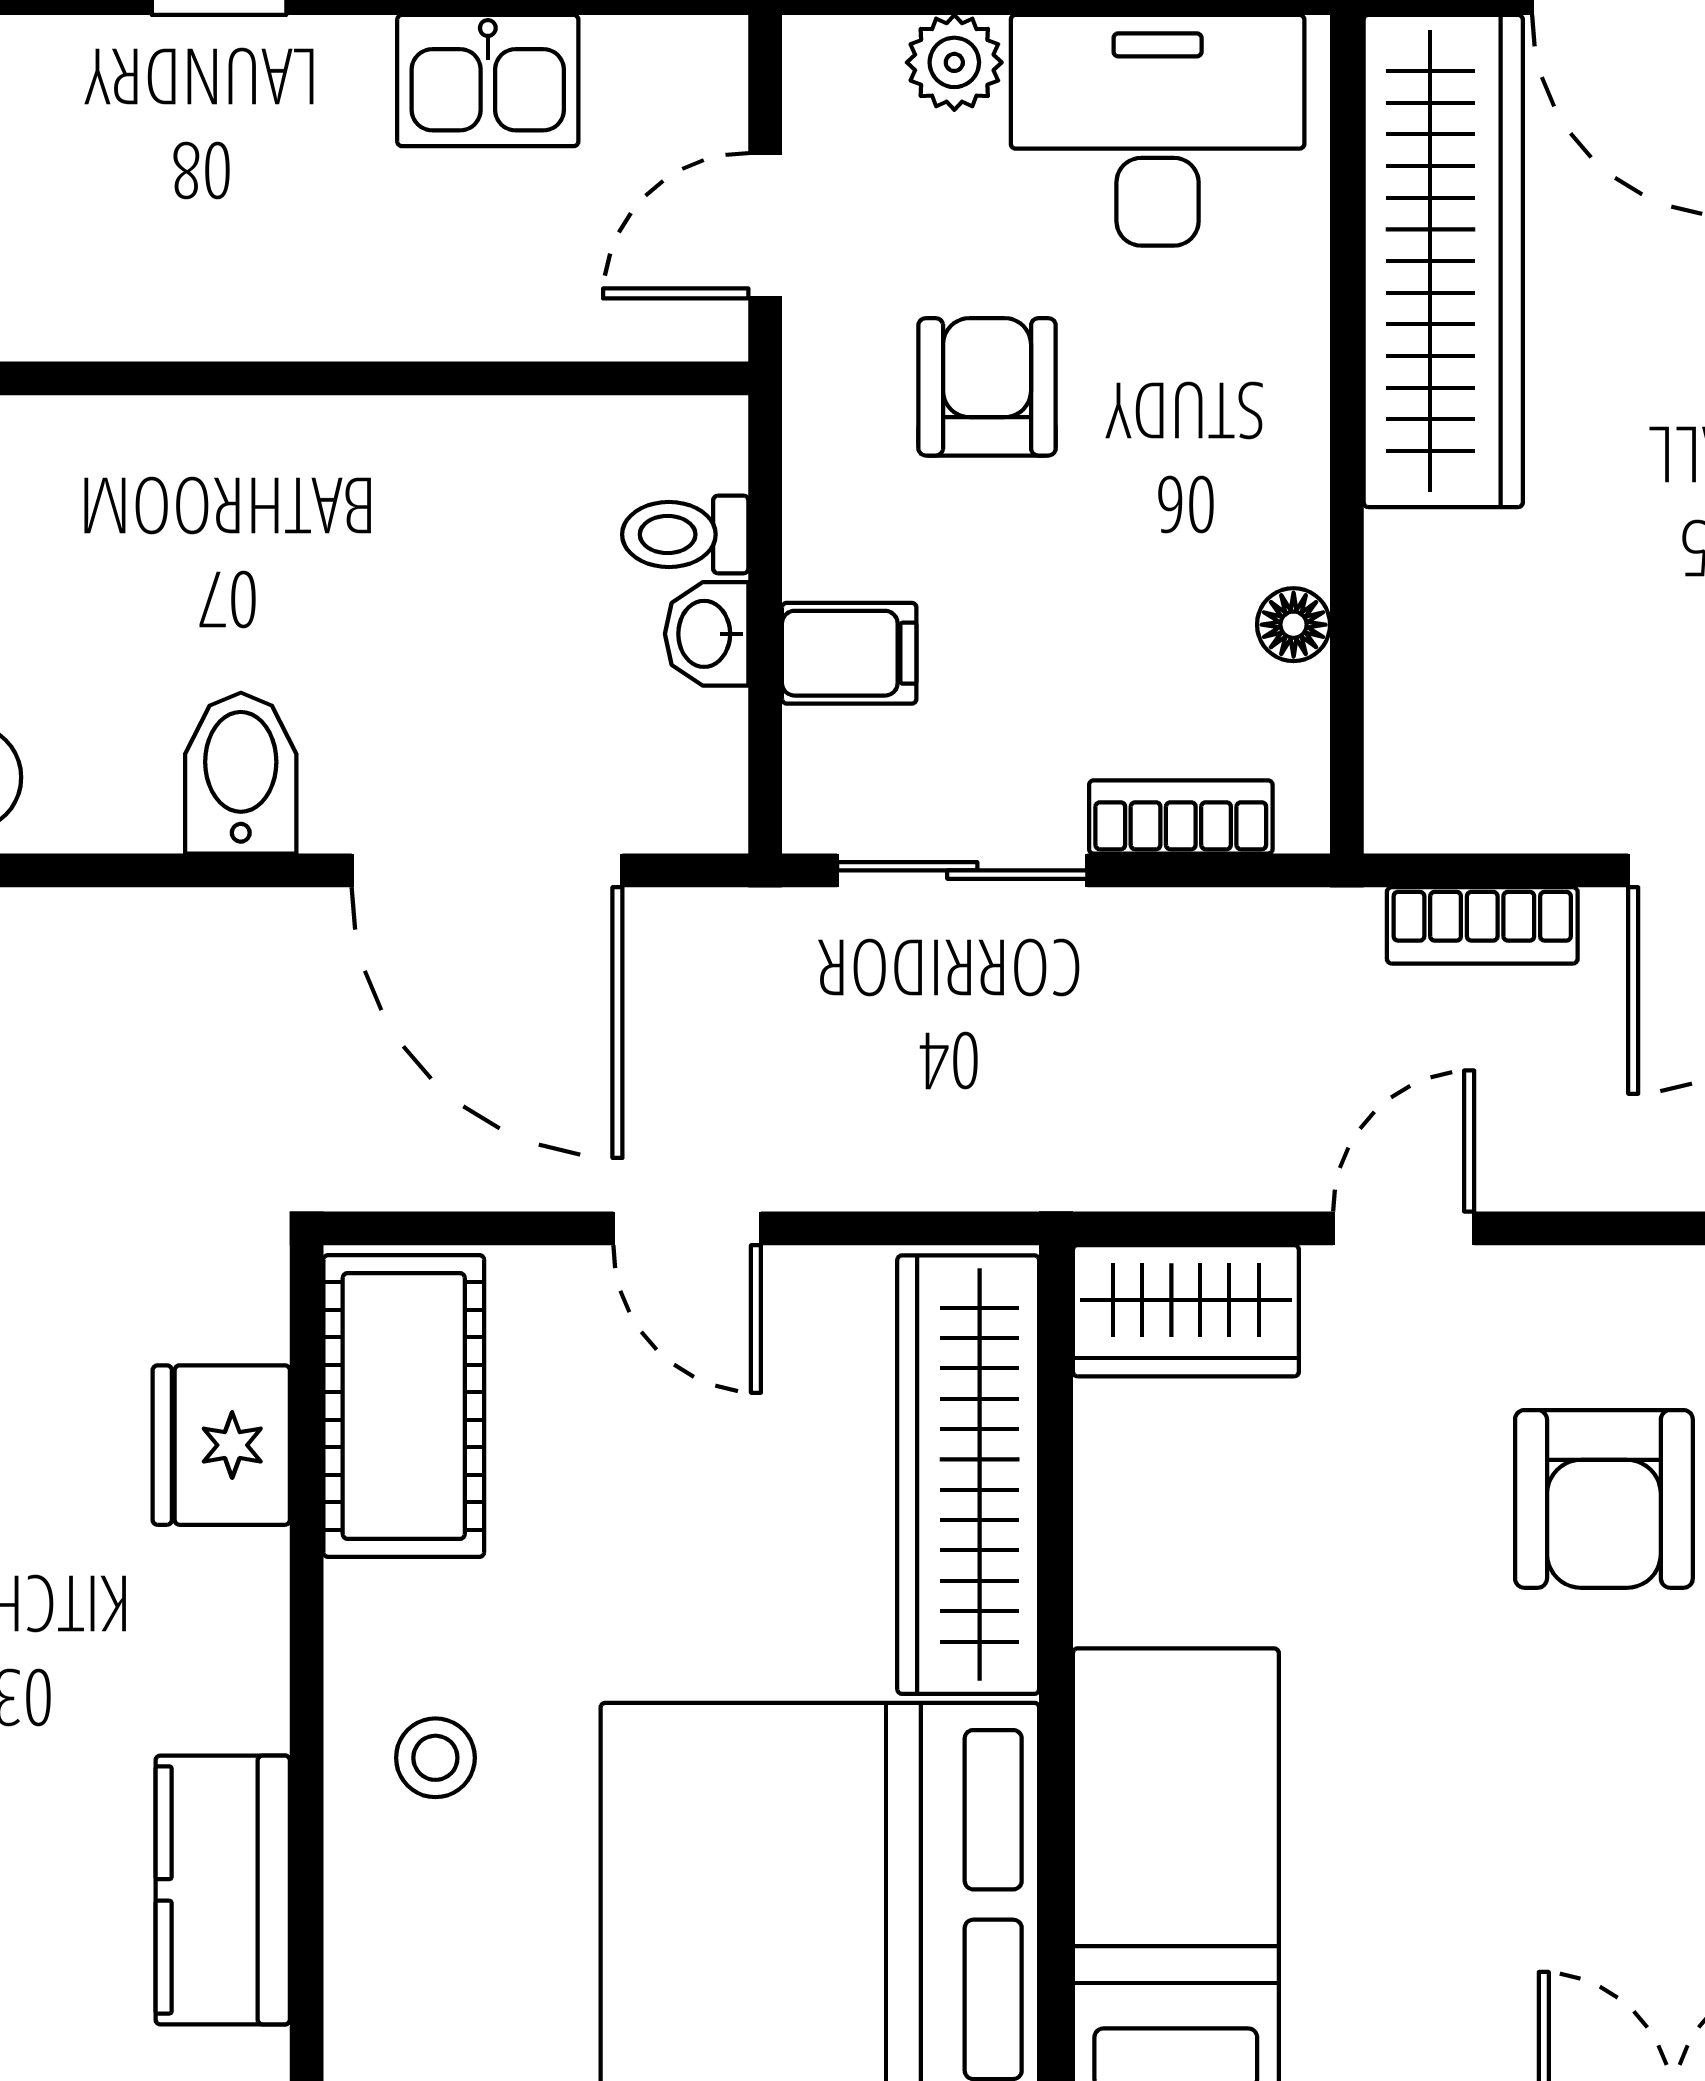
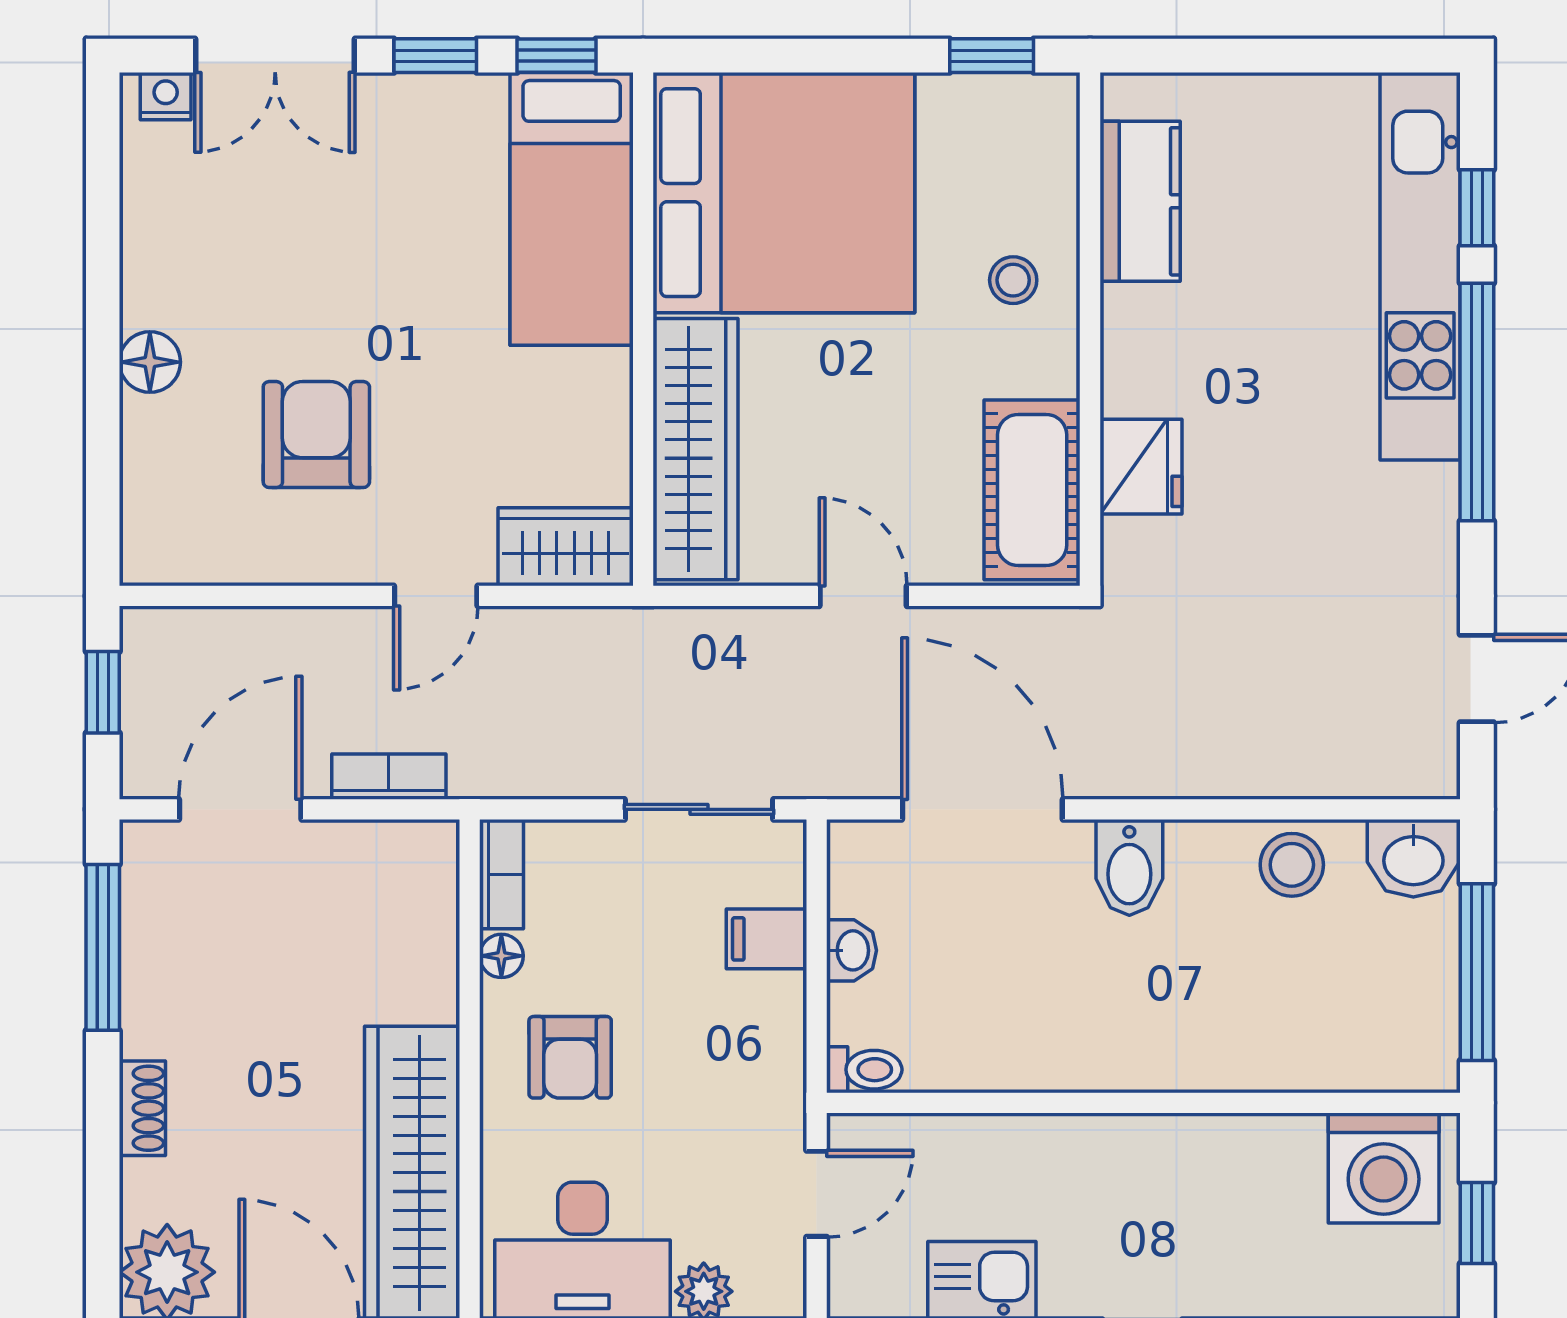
armchair: (987, 387) -> (570, 1057), moved
toilet: (685, 534) -> (864, 1070), moved
bookcase: (1181, 817) -> (502, 874), moved, turned -90

